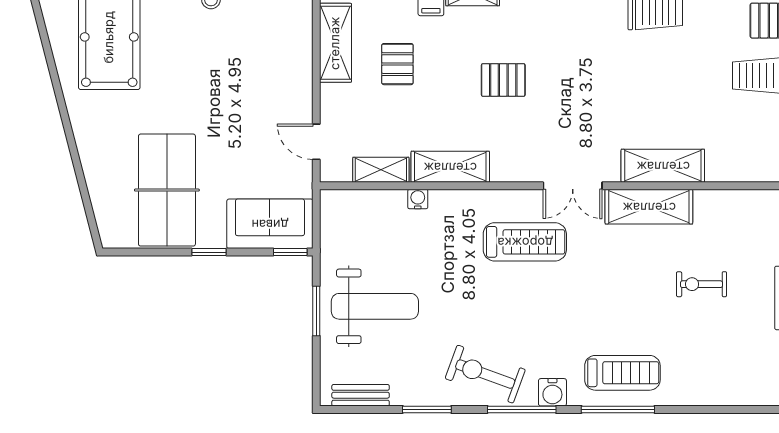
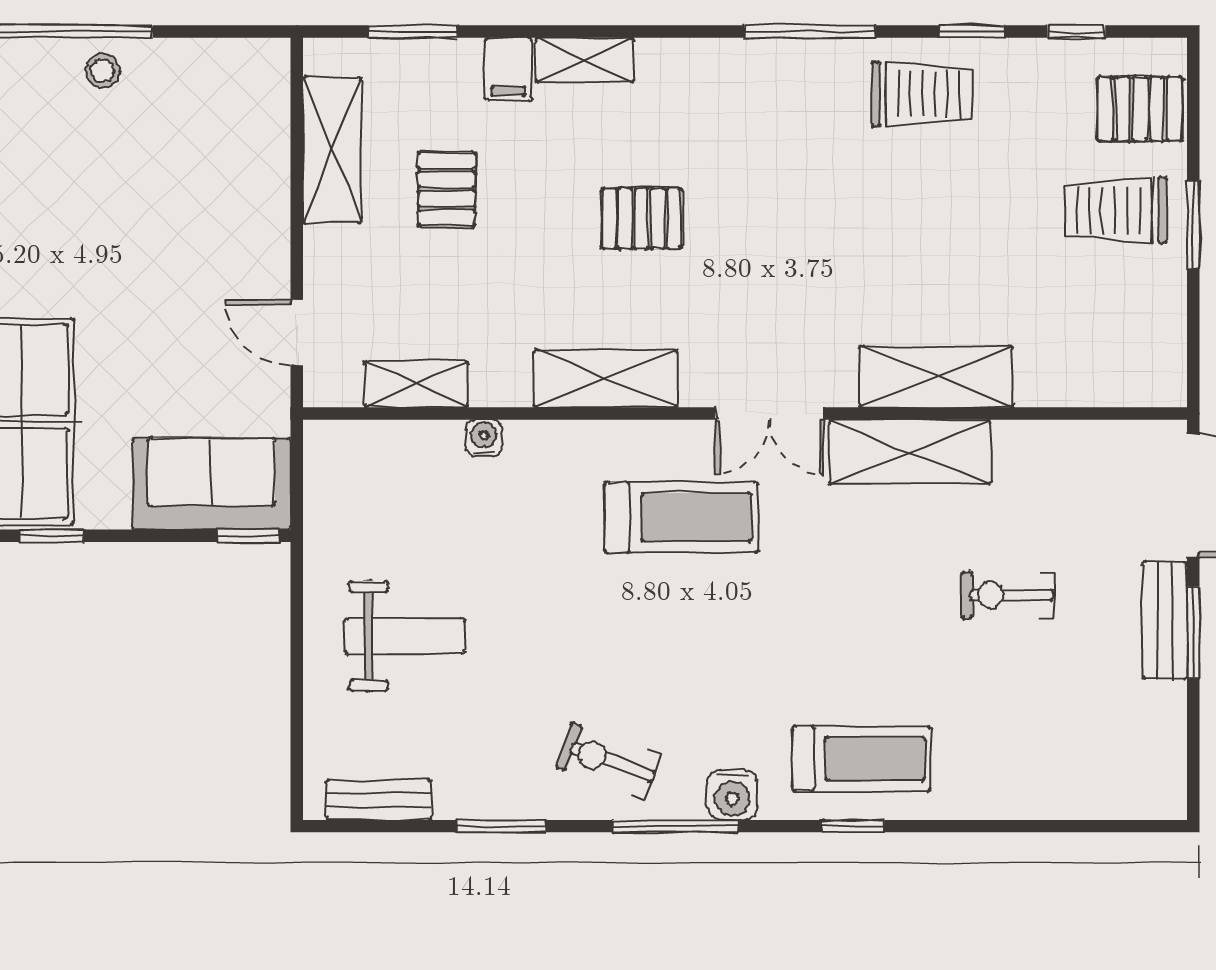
shelving: (450, 167) -> (605, 379), moved
window: (209, 252) -> (52, 536), moved
weight bench: (375, 306) -> (405, 636), width x0.73, depth x0.75
window: (316, 311) -> (297, 644), removed
exercise bike: (485, 374) -> (608, 761), width x0.73, depth x0.72
window: (618, 409) -> (853, 826), width x0.46

